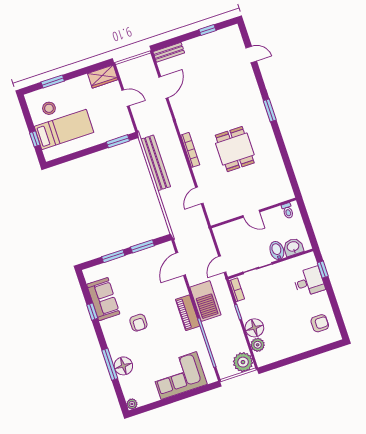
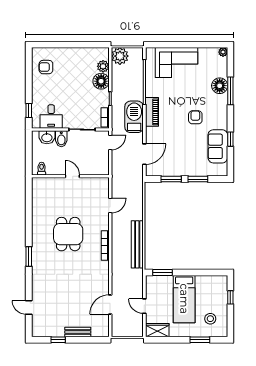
bench: (169, 52) -> (78, 332), moved
bed: (64, 129) -> (184, 299), moved, turned -90
desk: (309, 282) -> (51, 117), moved, turned -90

